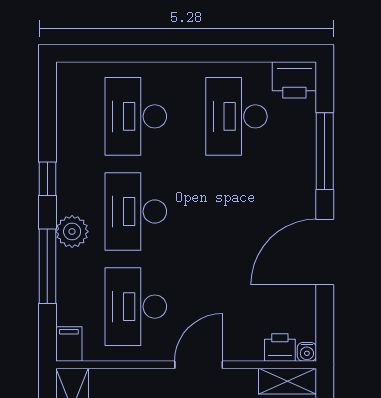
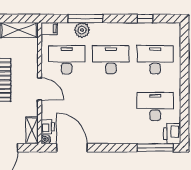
window: (325, 151) -> (155, 148), moved
window: (47, 179) -> (145, 19), moved
plant: (72, 232) -> (82, 30), moved
door: (325, 252) -> (72, 148), moved

